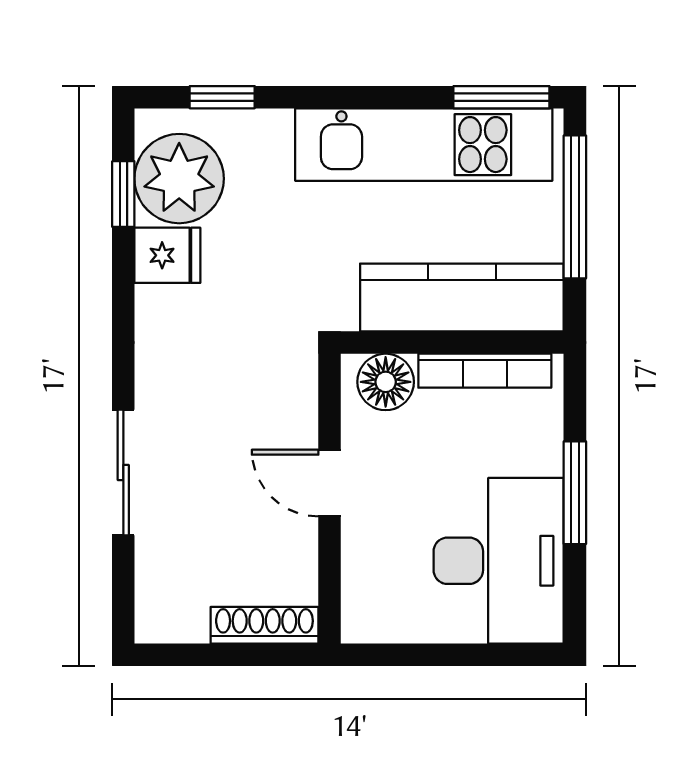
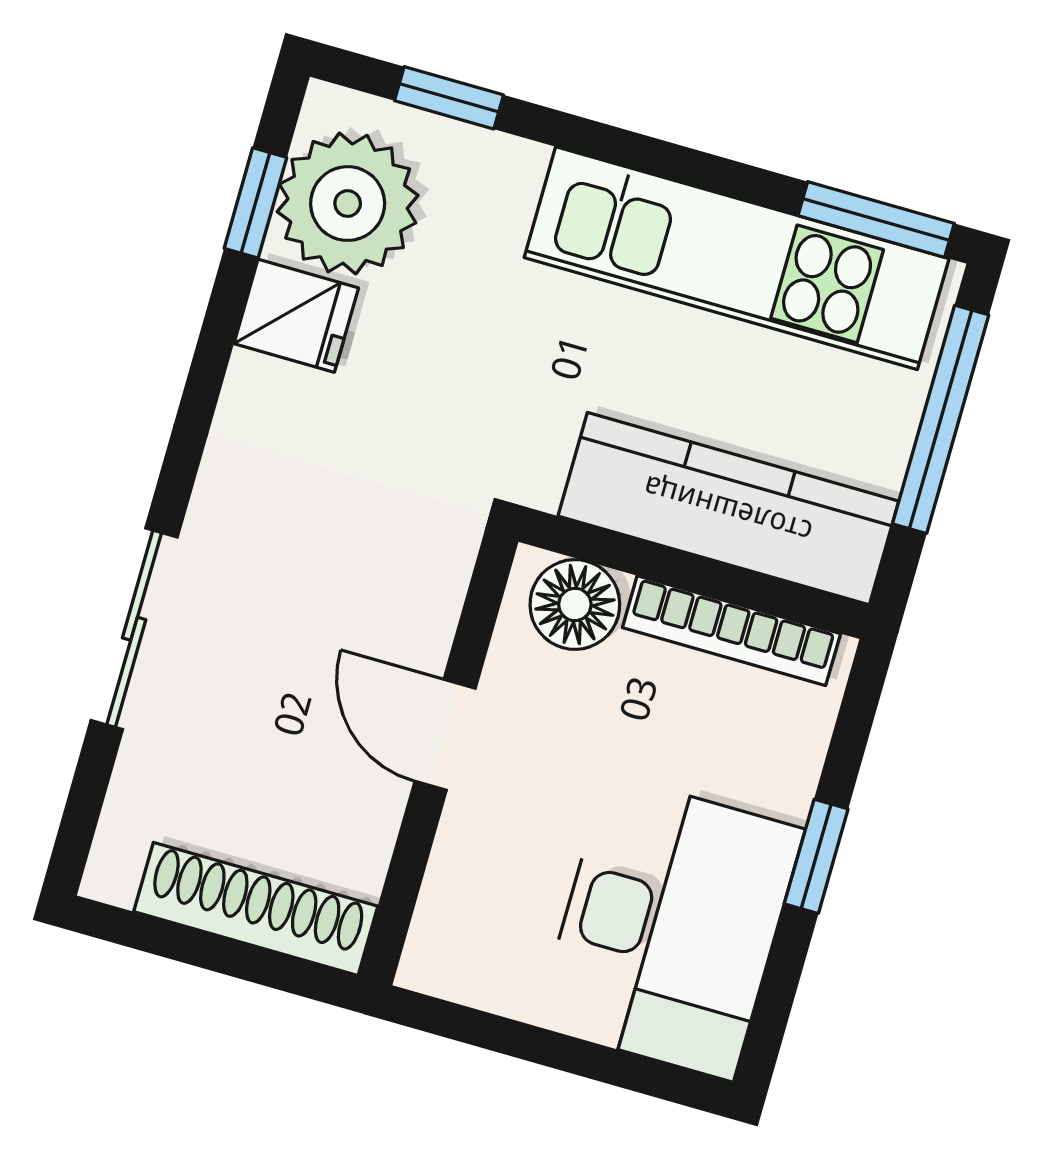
window: (575, 493) -> (816, 856), width x0.67
shoe rack: (264, 625) -> (256, 909), width x1.36, depth x1.24

